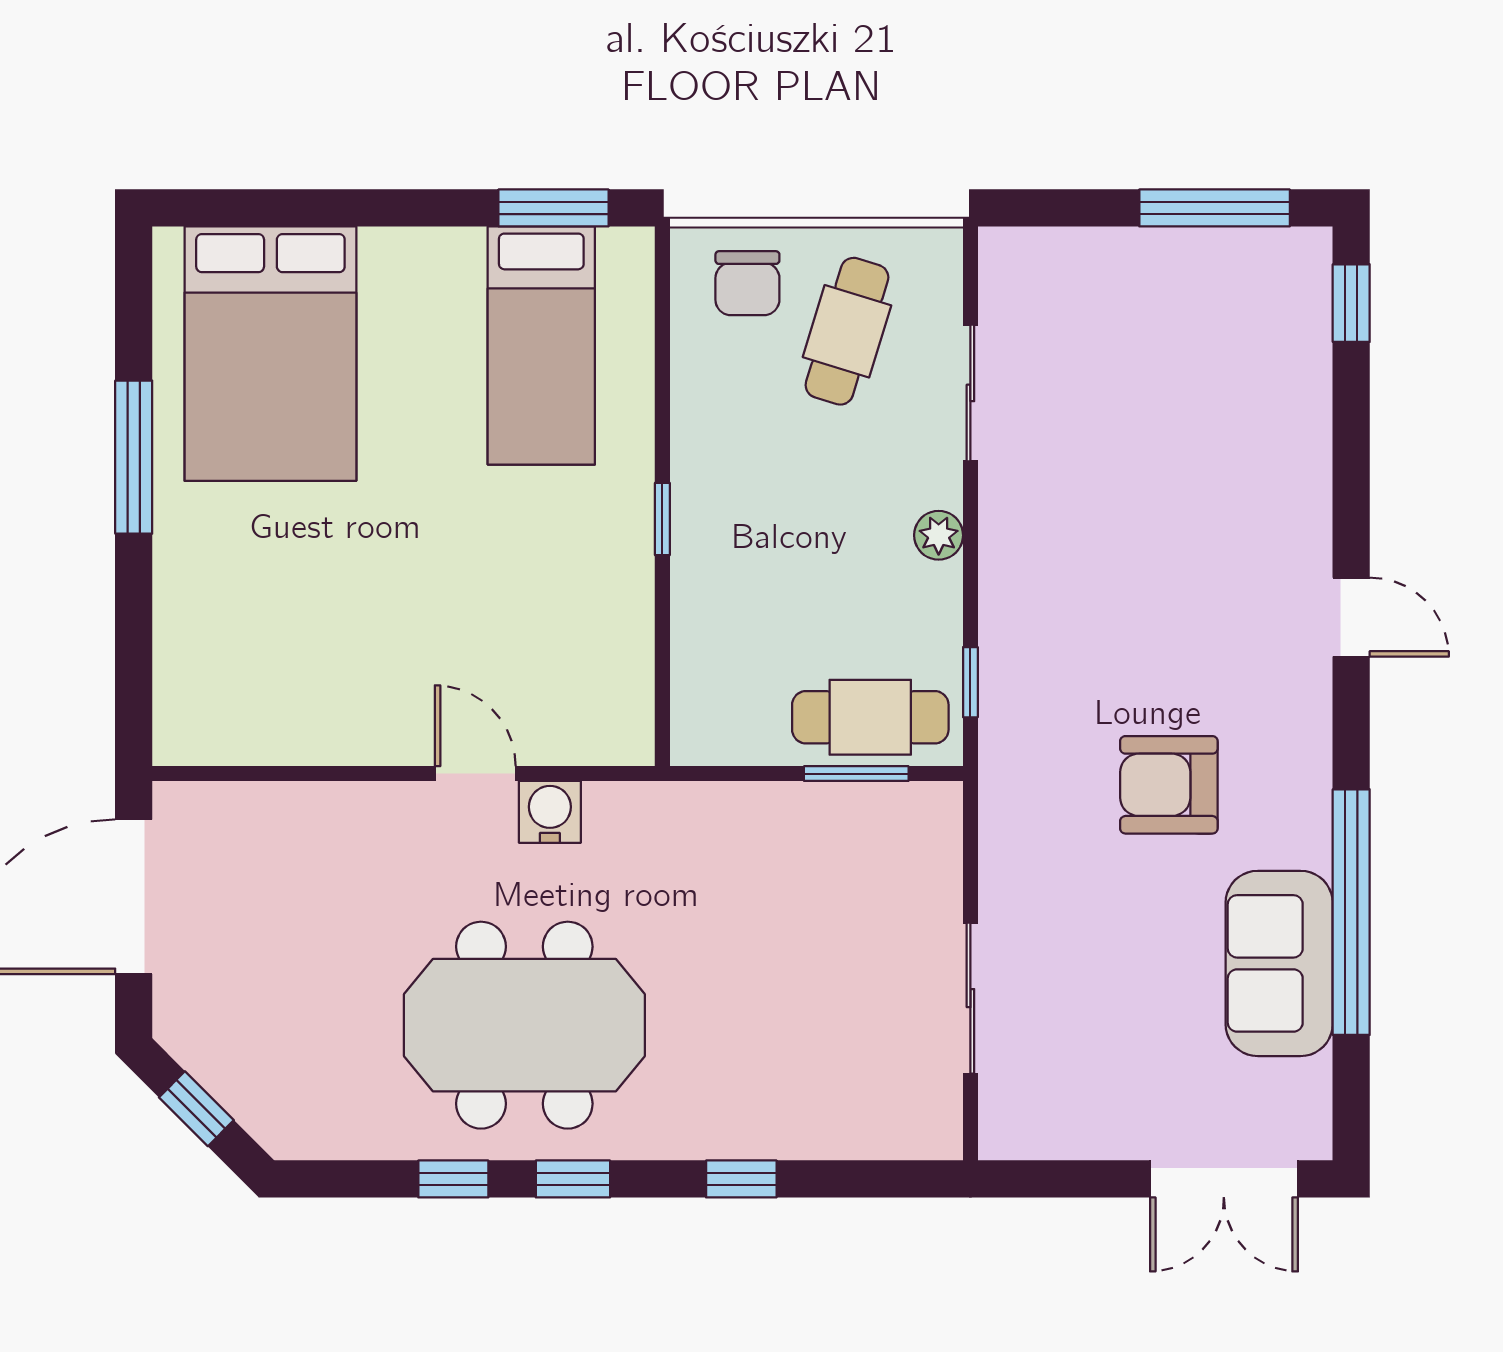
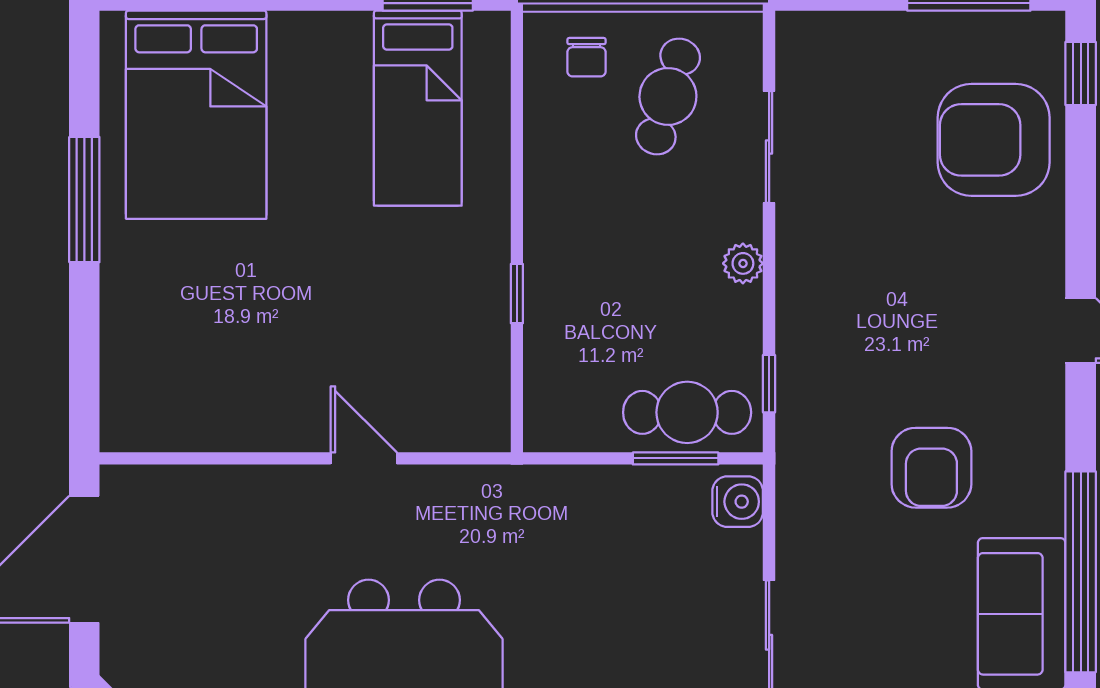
chair: (747, 283) -> (586, 57), width x0.73, depth x0.73
armchair: (1245, 384) -> (994, 140), added
window: (662, 519) -> (517, 294), moved
armchair: (1169, 785) -> (931, 468), turned -90
water cooler: (550, 812) -> (738, 502), moved, turned 90

